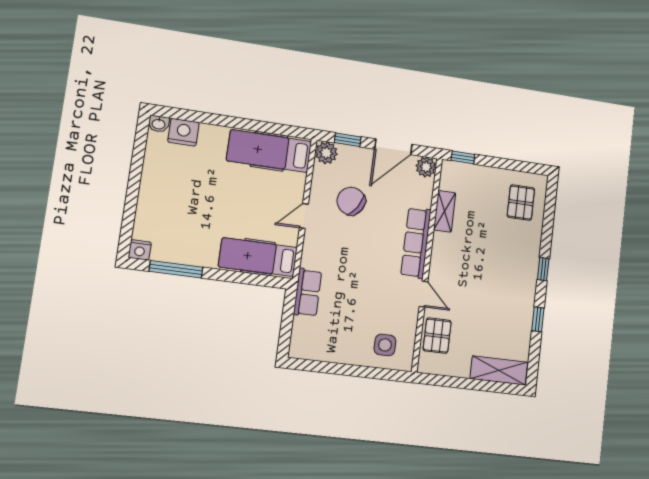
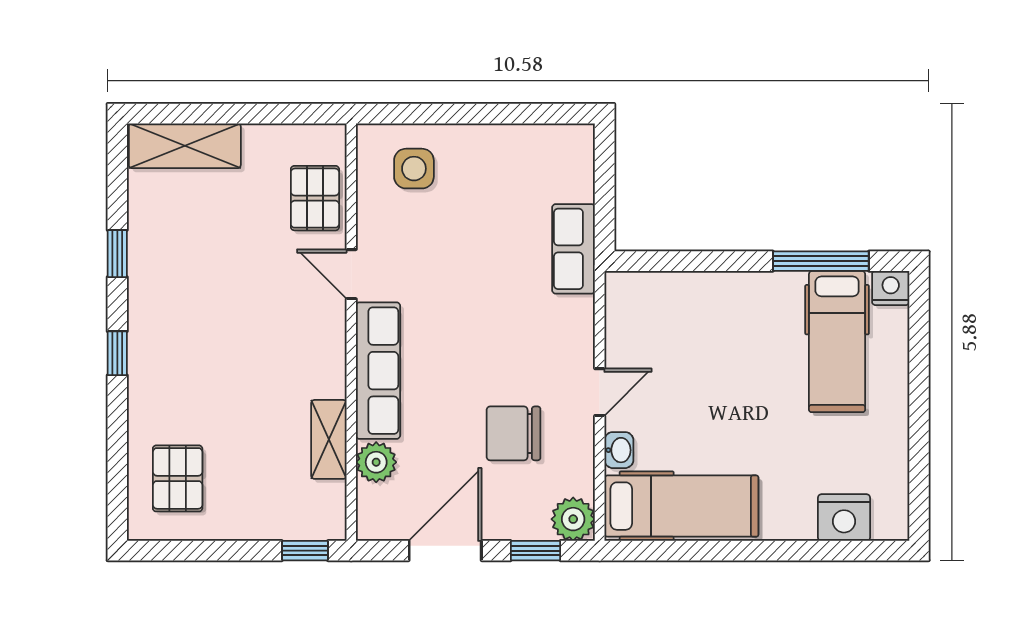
washbasin: (159, 124) -> (619, 450), moved, turned 90
plant: (426, 167) -> (376, 462), moved
chair: (351, 201) -> (514, 433), turned 147
hospital bed: (258, 257) -> (837, 341), moved, turned 90

